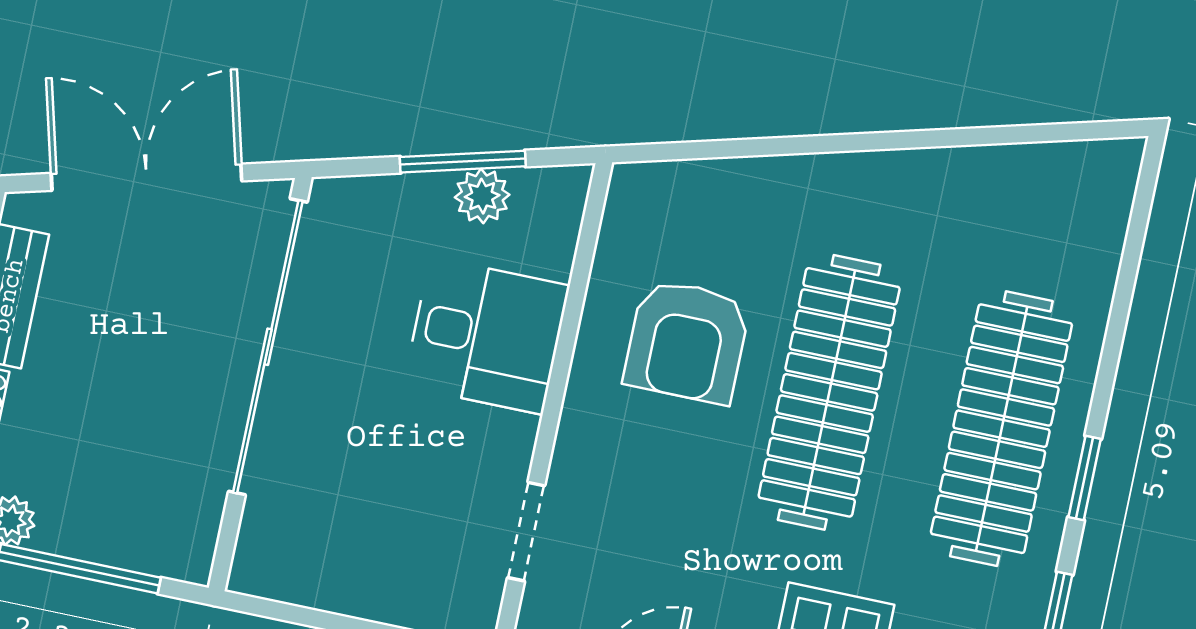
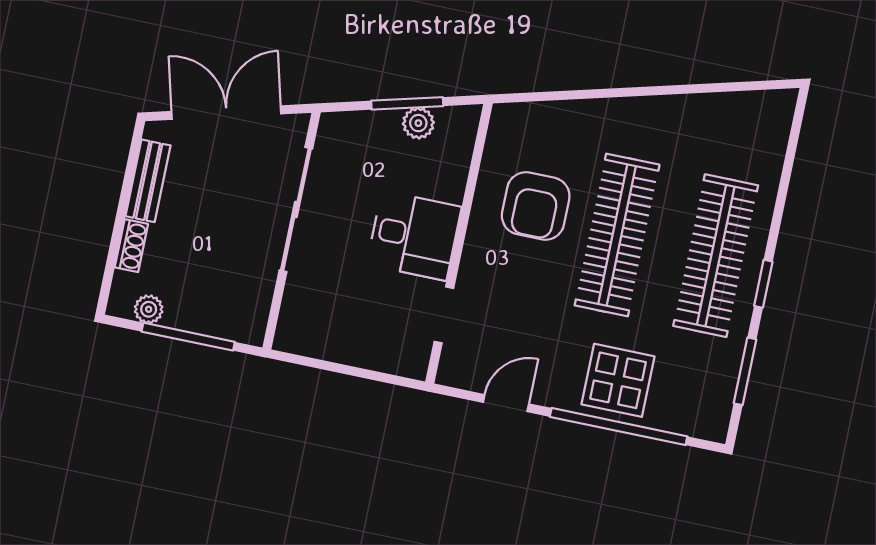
desk: (486, 336) -> (414, 236), moved
sliding door: (268, 347) -> (296, 210), width x0.73

